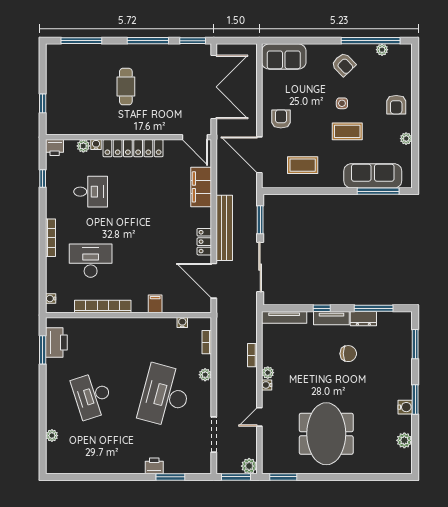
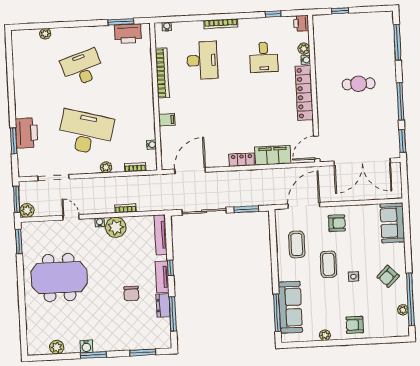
coffee table: (347, 131) -> (328, 264), moved
bench: (224, 228) -> (237, 178), removed
locker: (204, 242) -> (242, 160), moved
plant: (268, 373) -> (116, 227), width x1.88, depth x1.88
printer: (154, 466) -> (27, 133), width x1.87, depth x1.48

